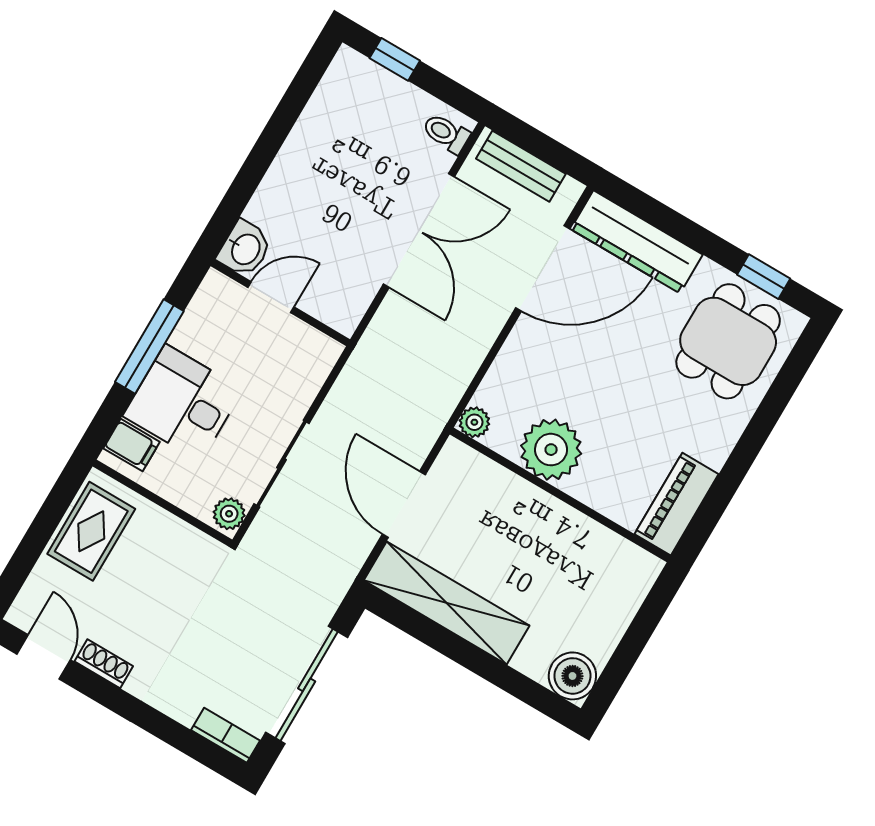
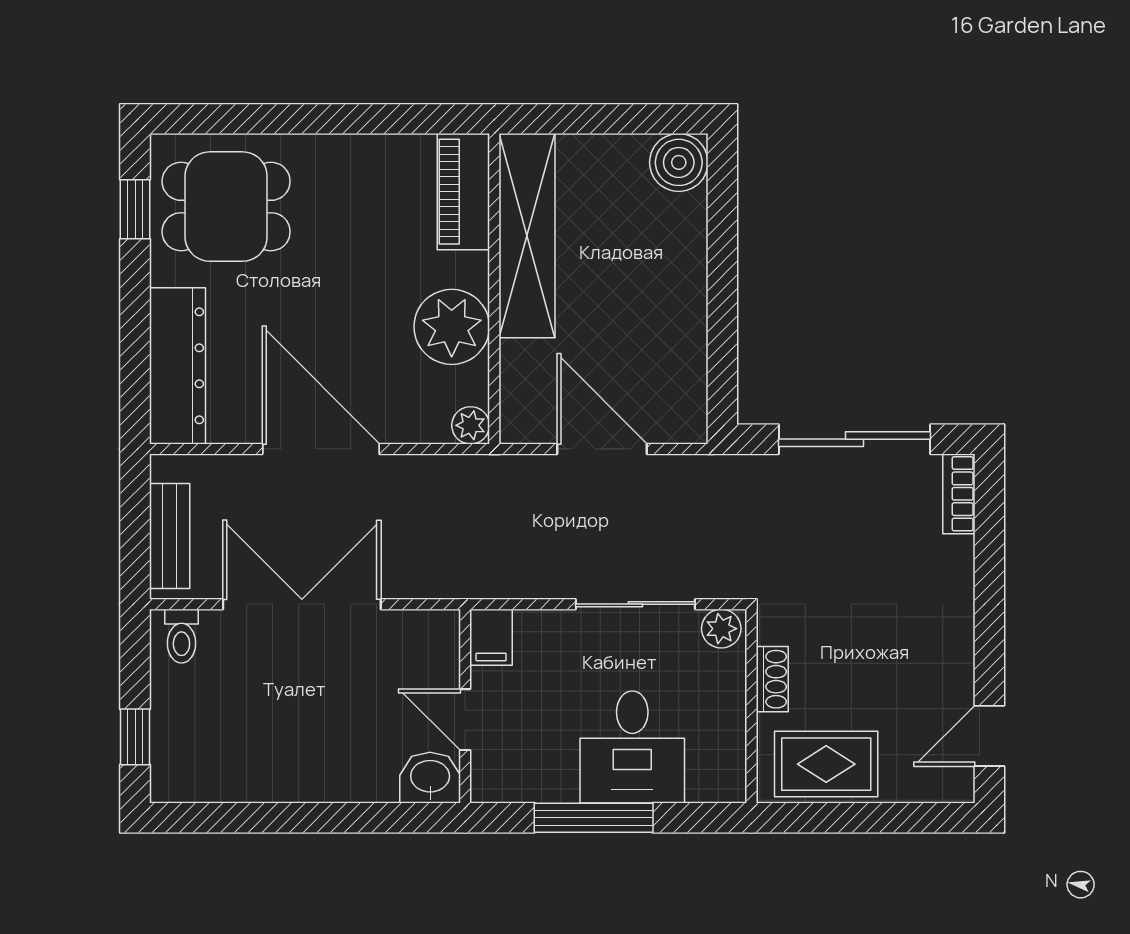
door: (543, 268) -> (321, 449), moved
filing cabinet: (132, 445) -> (491, 637), moved, turned 180
door: (404, 504) -> (602, 449), swing flipped
piano: (677, 504) -> (463, 192), moved, turned 90
shelving: (447, 603) -> (527, 236), moved
shoe rack: (104, 664) -> (772, 679), moved, turned 180

